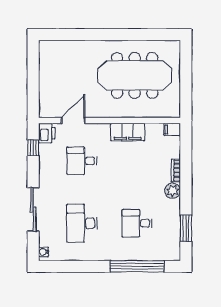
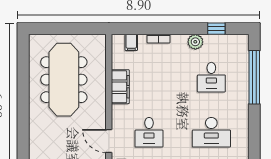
filing cabinet: (172, 129) -> (131, 42), moved
plant: (173, 191) -> (195, 42), moved
window: (186, 228) -> (216, 29), width x0.67

